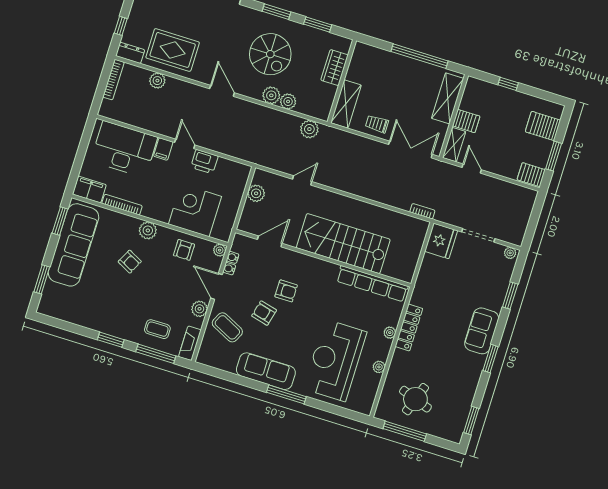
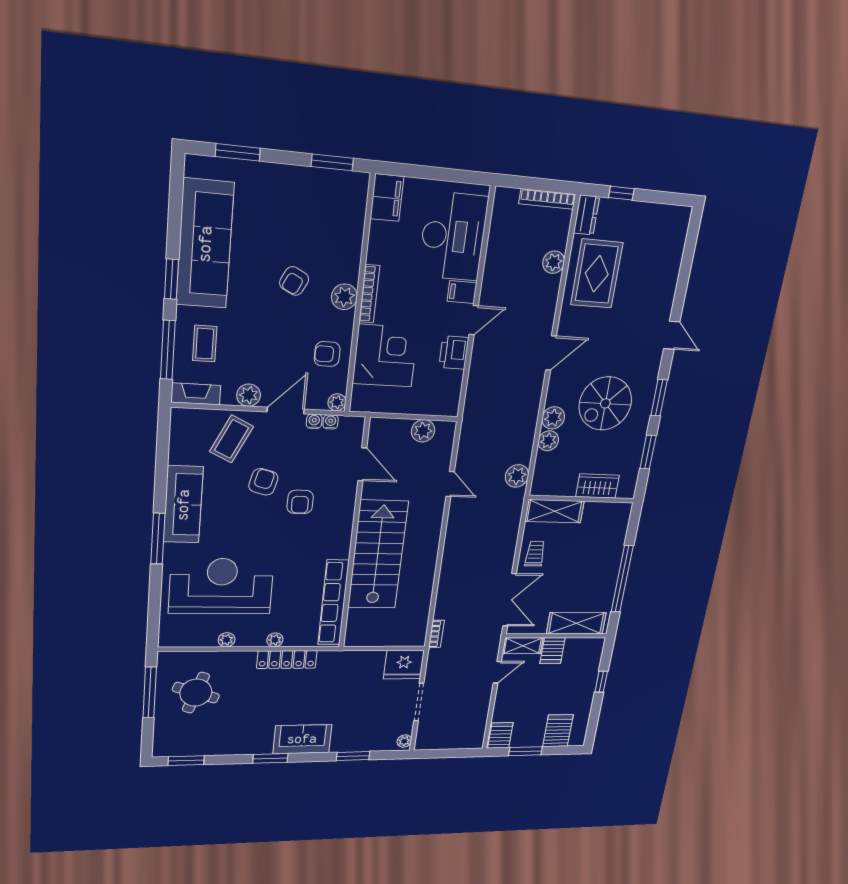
bookcase: (122, 205) -> (369, 294), moved
sofa: (74, 245) -> (205, 244), moved, turned -90

